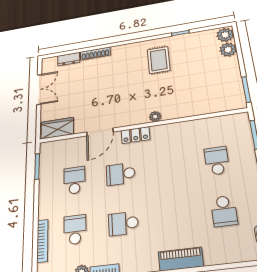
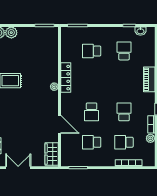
locker: (135, 135) -> (66, 78), moved, width x1.53
school desk: (224, 211) -> (124, 51), turned -90
school desk: (123, 224) -> (124, 112), turned 180

